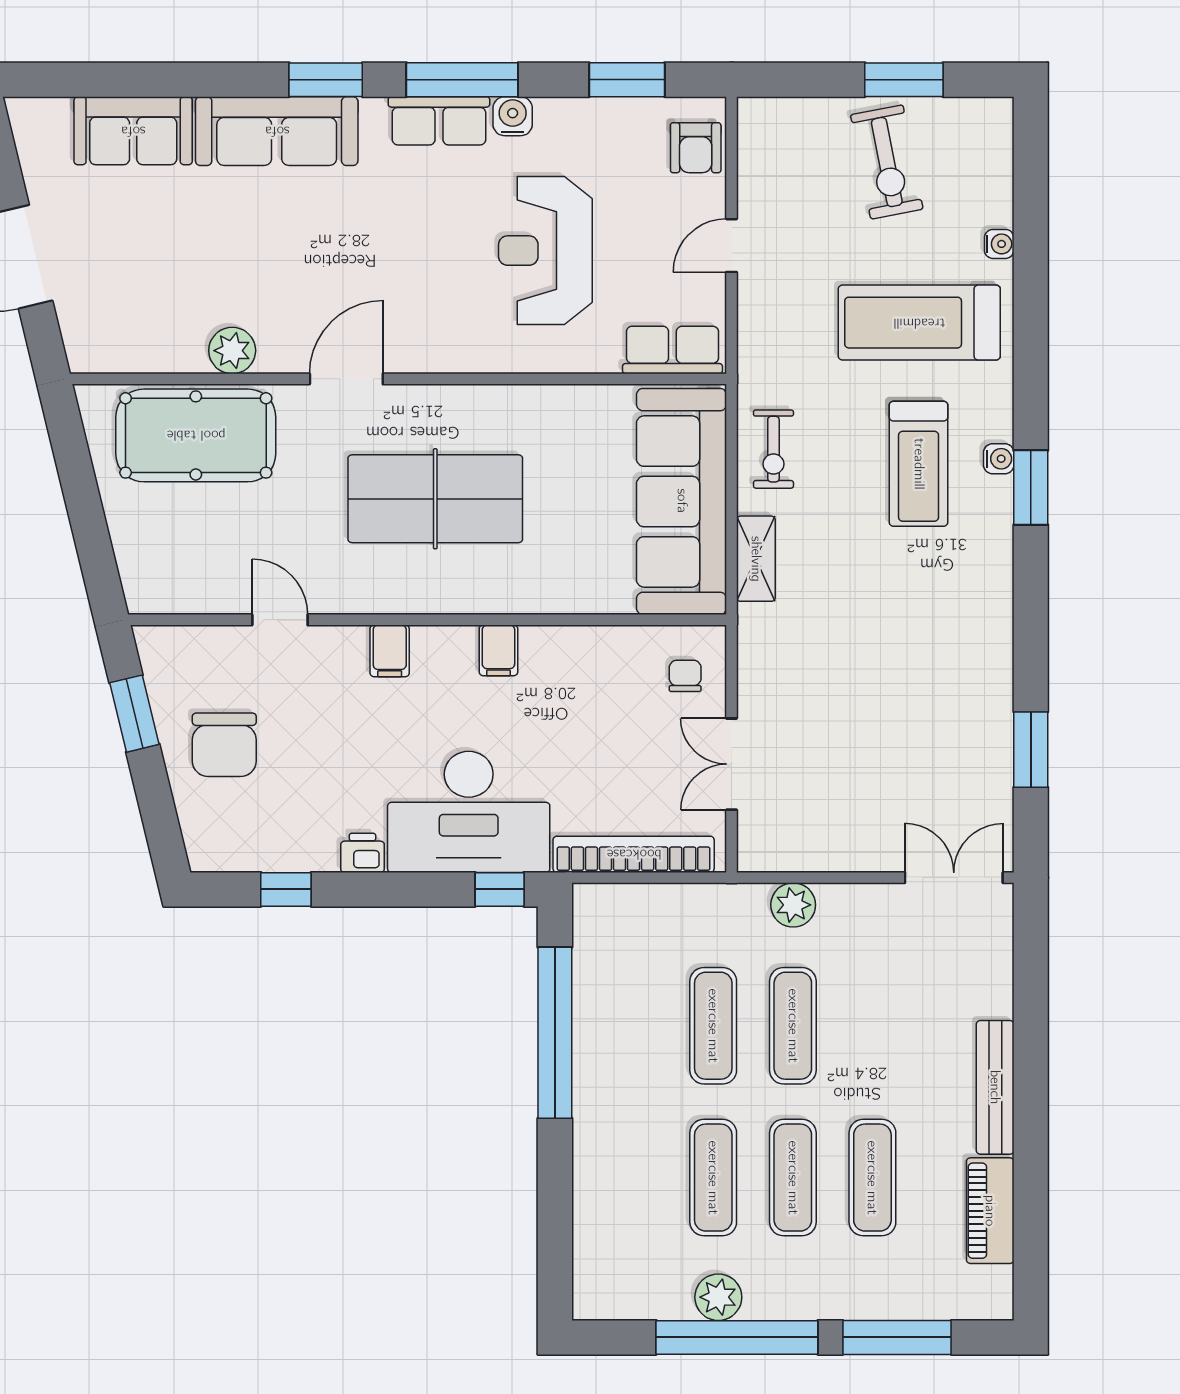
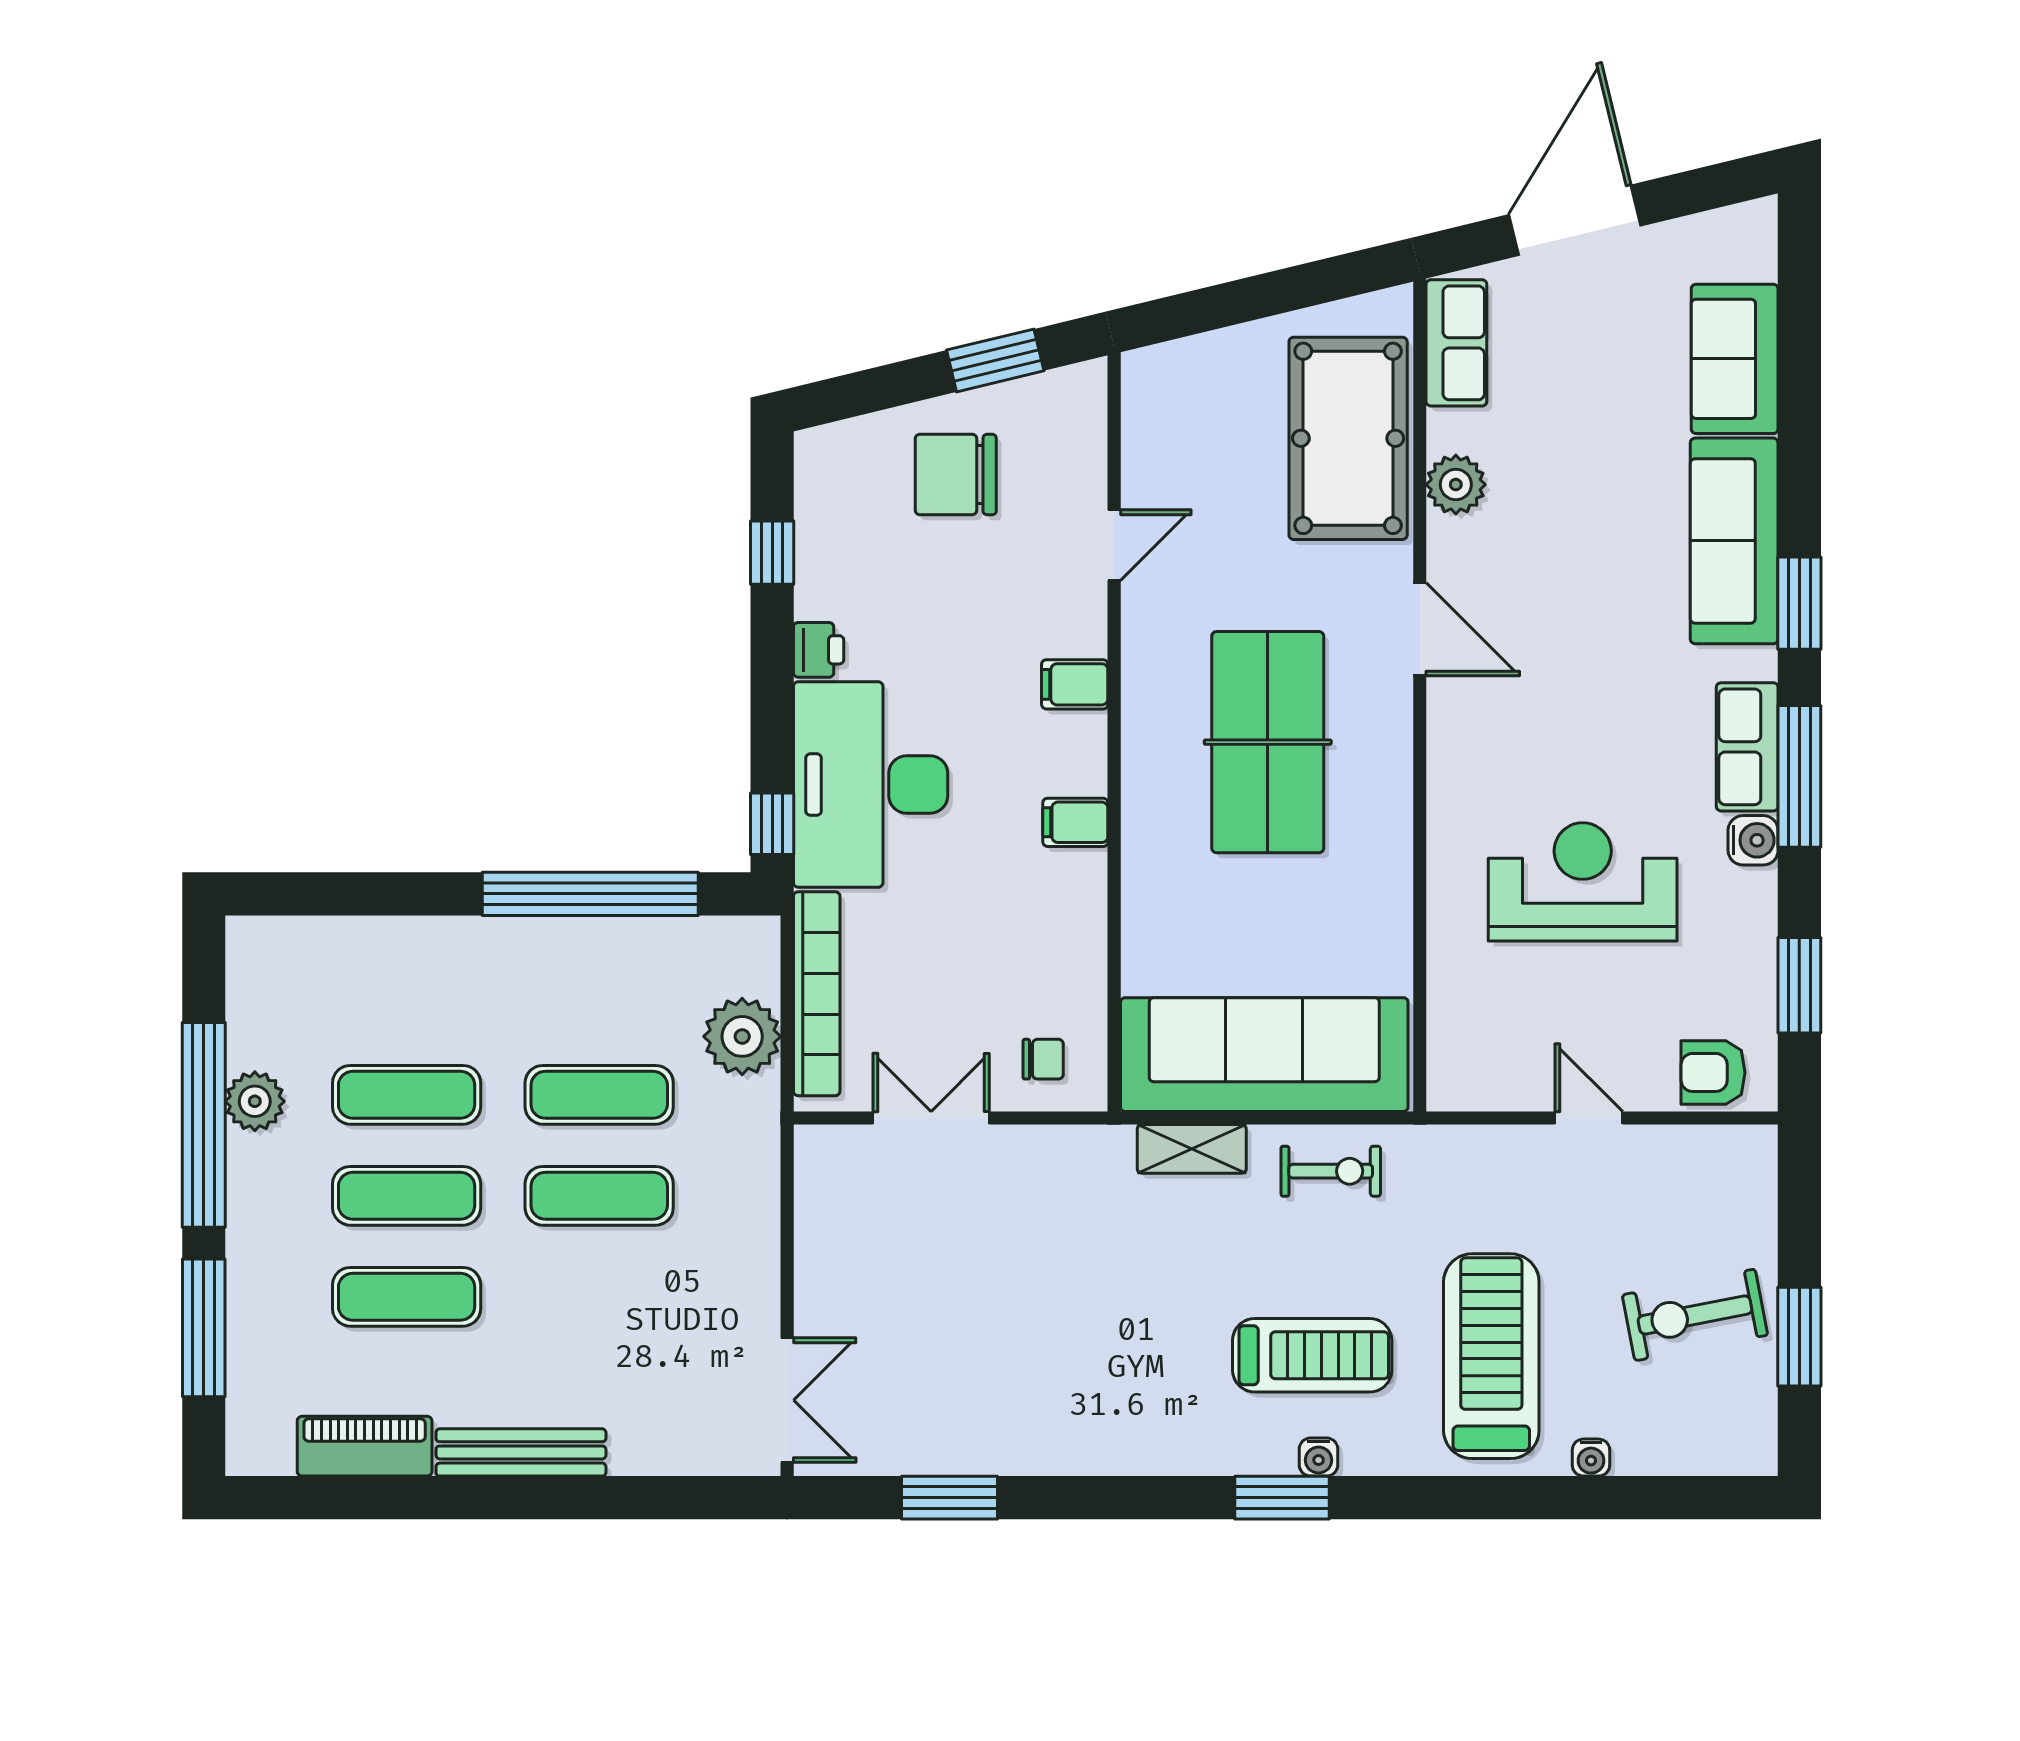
row of seats: (672, 350) -> (1456, 343), moved
exercise bike: (773, 449) -> (1331, 1171), turned 180
treadmill: (919, 464) -> (1312, 1355), turned 180
plant: (793, 905) -> (742, 1036), moved, width x1.36, depth x1.36

